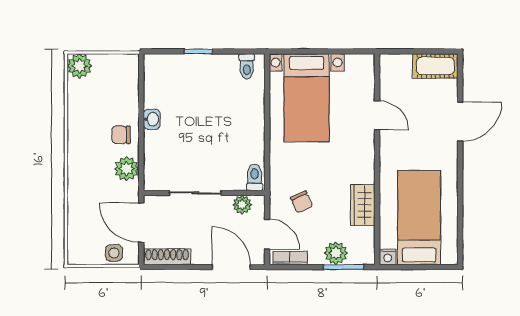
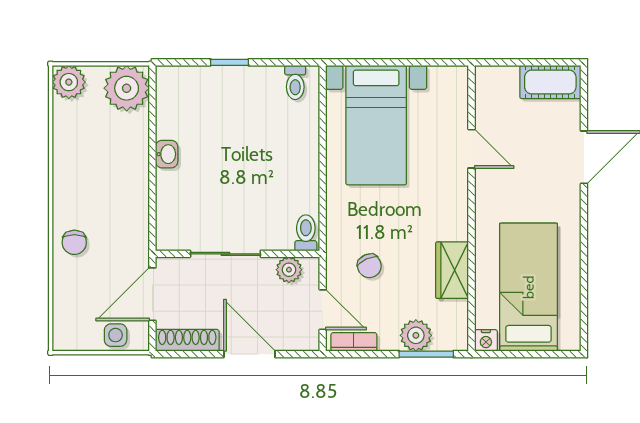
chair: (121, 135) -> (74, 242), moved, turned -90
plant: (127, 169) -> (127, 88), moved, width x1.36, depth x1.36
door: (141, 223) -> (152, 294), hinge flipped
door: (231, 267) -> (249, 354), moved

